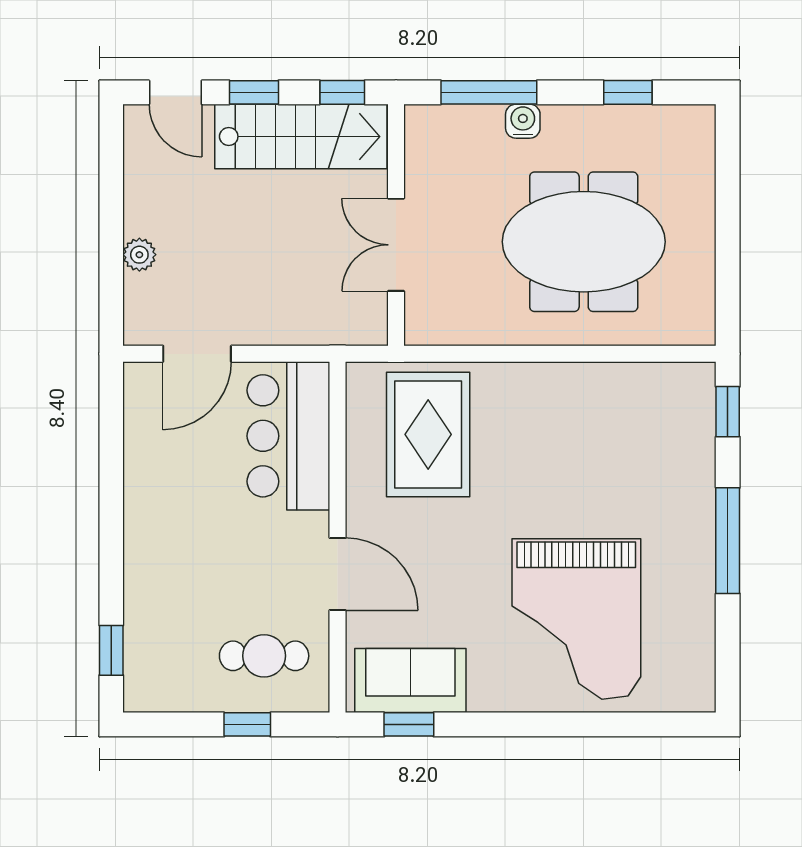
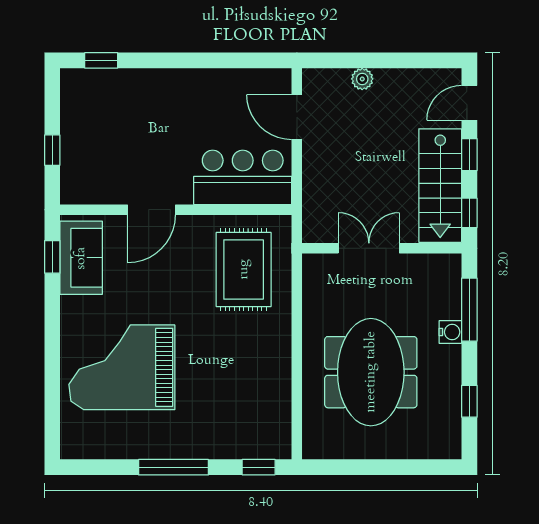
rug: (428, 434) -> (244, 269), turned 90
cafe table: (264, 656) -> (98, 161), removed

